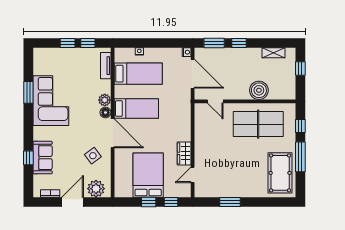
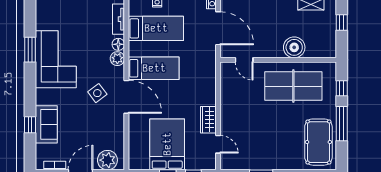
floor lamp: (105, 113) -> (118, 44), moved
side table: (93, 156) -> (97, 93), moved
door: (193, 175) -> (218, 144), swing flipped

